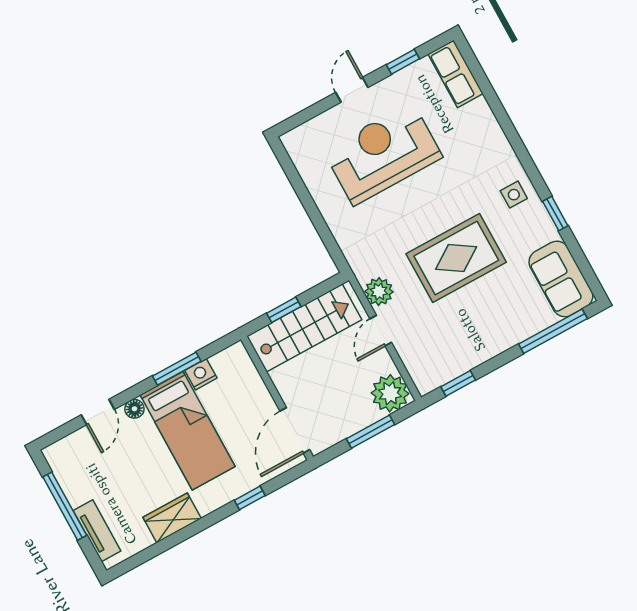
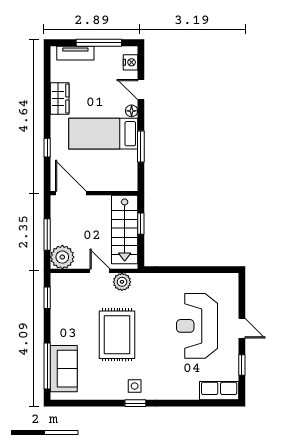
reception desk: (383, 154) -> (197, 326), turned 180
window: (555, 214) -> (135, 403), moved
sofa: (561, 279) -> (64, 369), moved, turned 90
nightstand: (201, 374) -> (130, 62), moved

